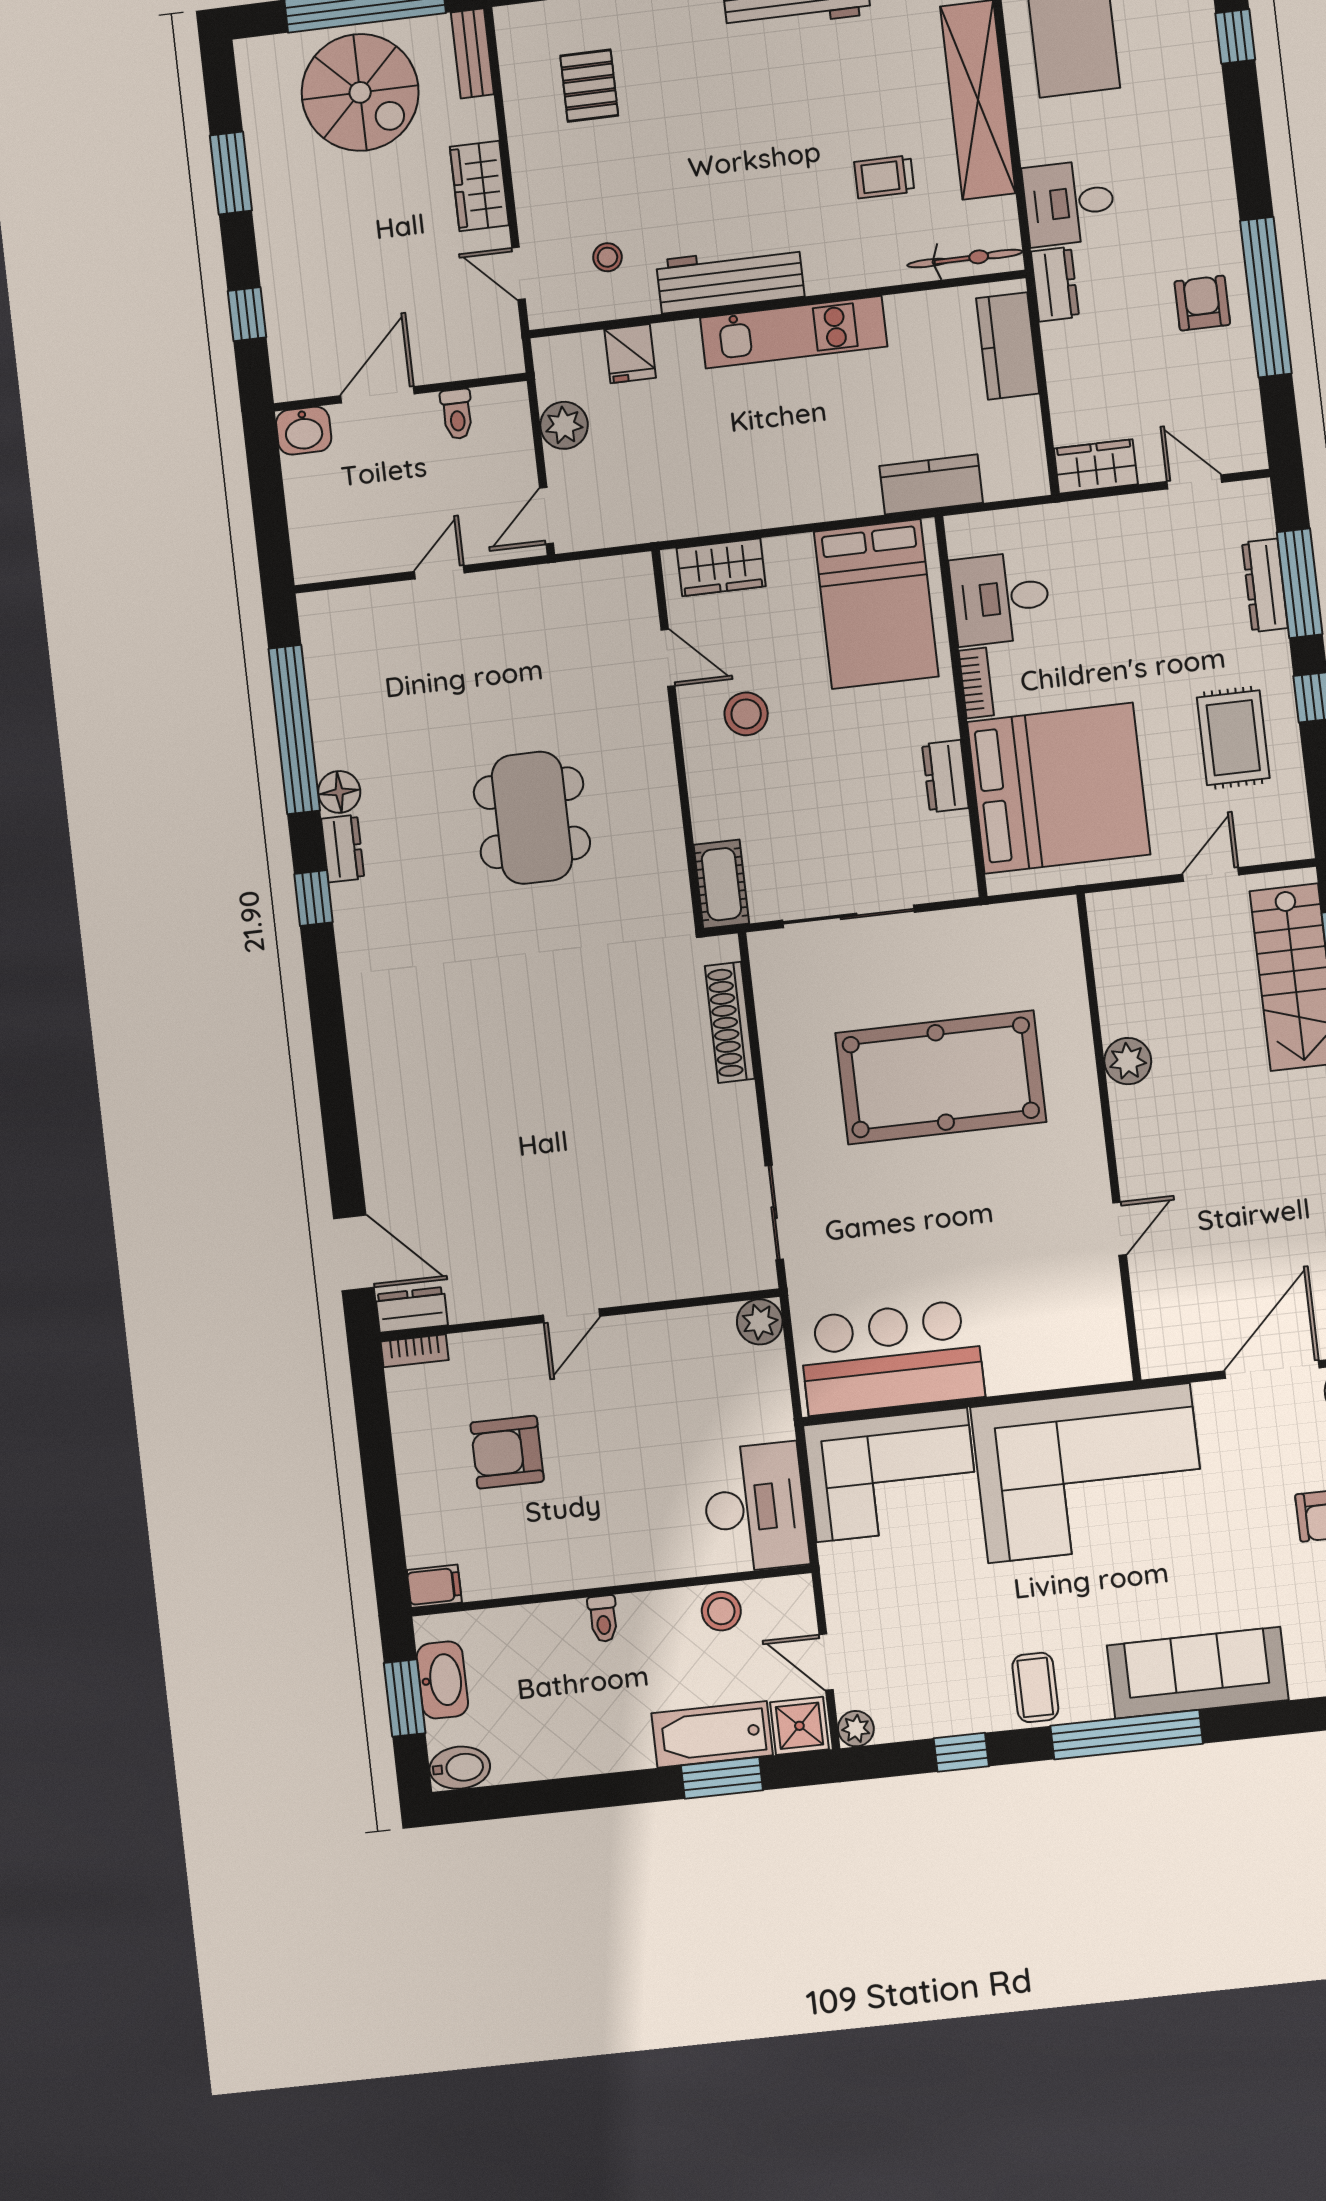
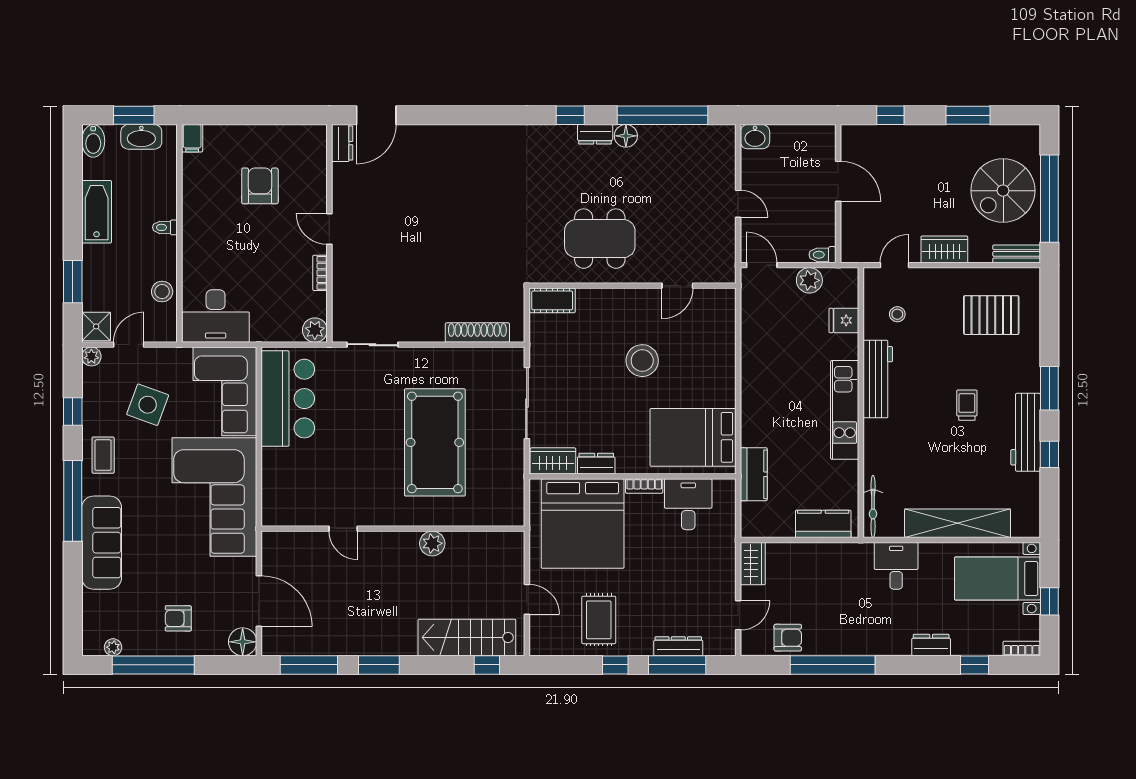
pallet: (589, 86) -> (991, 315), width x1.50, depth x1.42
trolley: (884, 177) -> (967, 405), moved
dresser: (1055, 284) -> (931, 645), moved, turned 180
armchair: (1202, 303) -> (788, 638), moved
toilet: (457, 414) -> (822, 255), moved
washbasin: (304, 431) -> (755, 137), moved, turned -90
wardrobe: (721, 567) -> (553, 461), moved, turned 90
door: (668, 658) -> (677, 286), moved
stool: (746, 714) -> (642, 361), width x1.38, depth x1.38
rug: (1233, 738) -> (599, 620), turned 90
wall: (677, 740) -> (633, 286), moved
cot: (721, 884) -> (552, 300), moved
bookcase: (415, 1351) -> (320, 273), moved
side table: (933, 1615) -> (148, 405), added
coffee table: (1035, 1687) -> (103, 455), turned 90
bathtub: (712, 1734) -> (97, 212), moved

